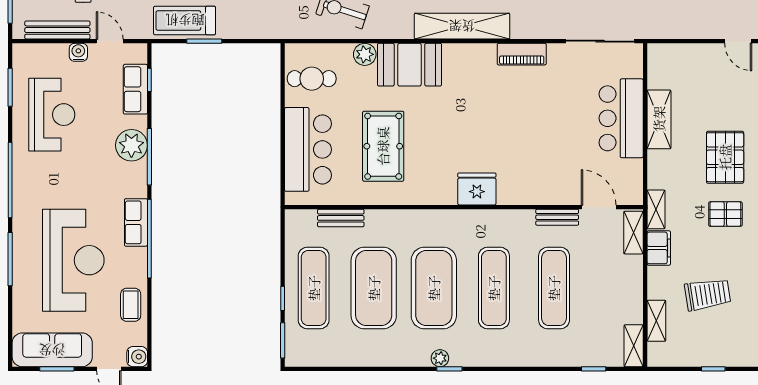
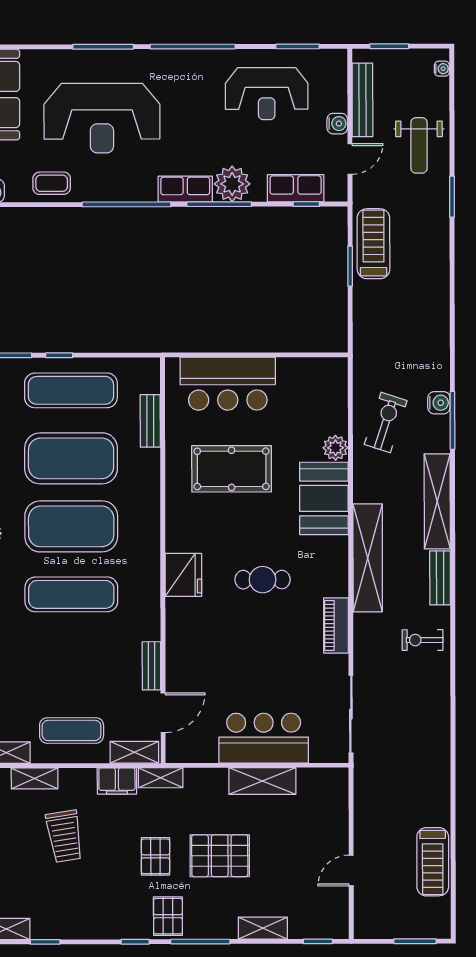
cafe table: (312, 79) -> (263, 580), moved, turned 90
row of seats: (136, 222) -> (185, 189), moved
exercise mat: (554, 288) -> (72, 730), moved, width x0.73, depth x0.69

